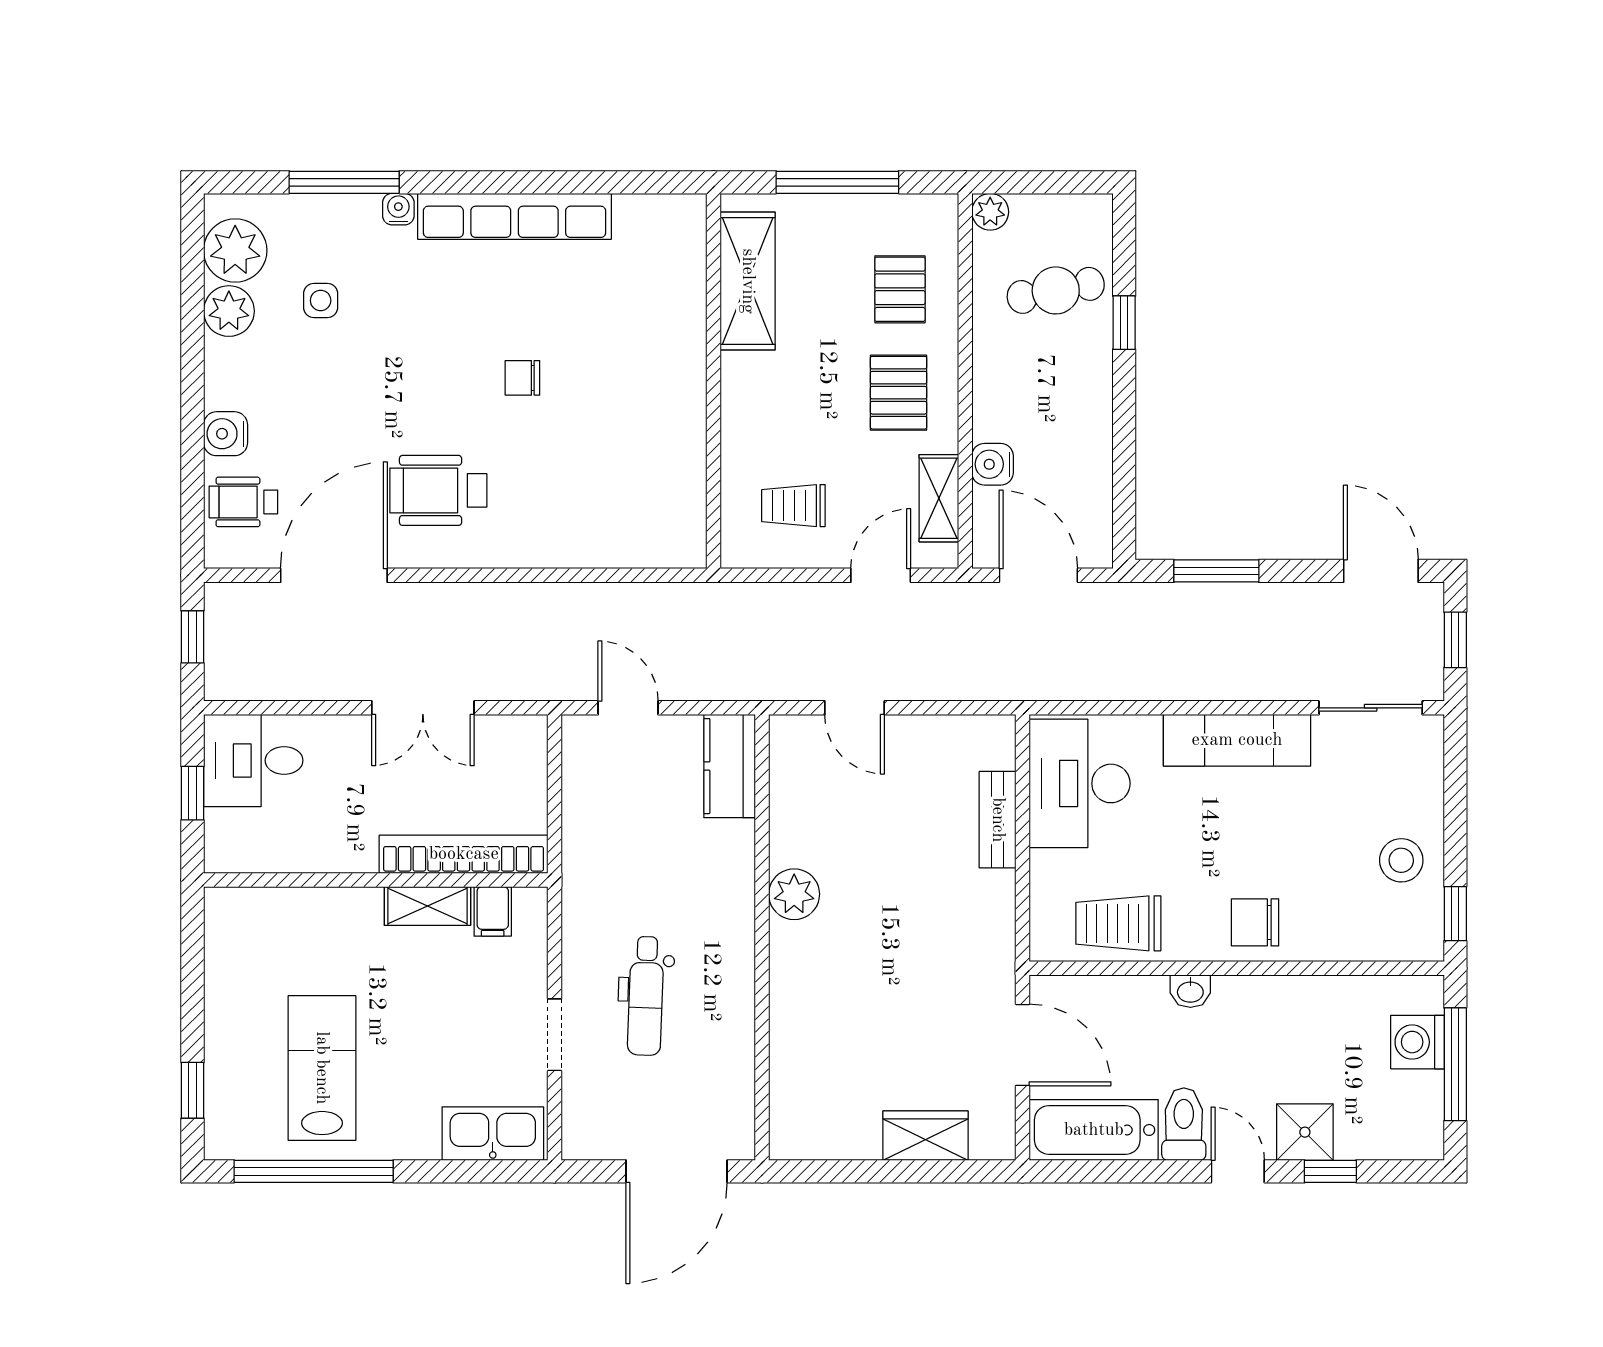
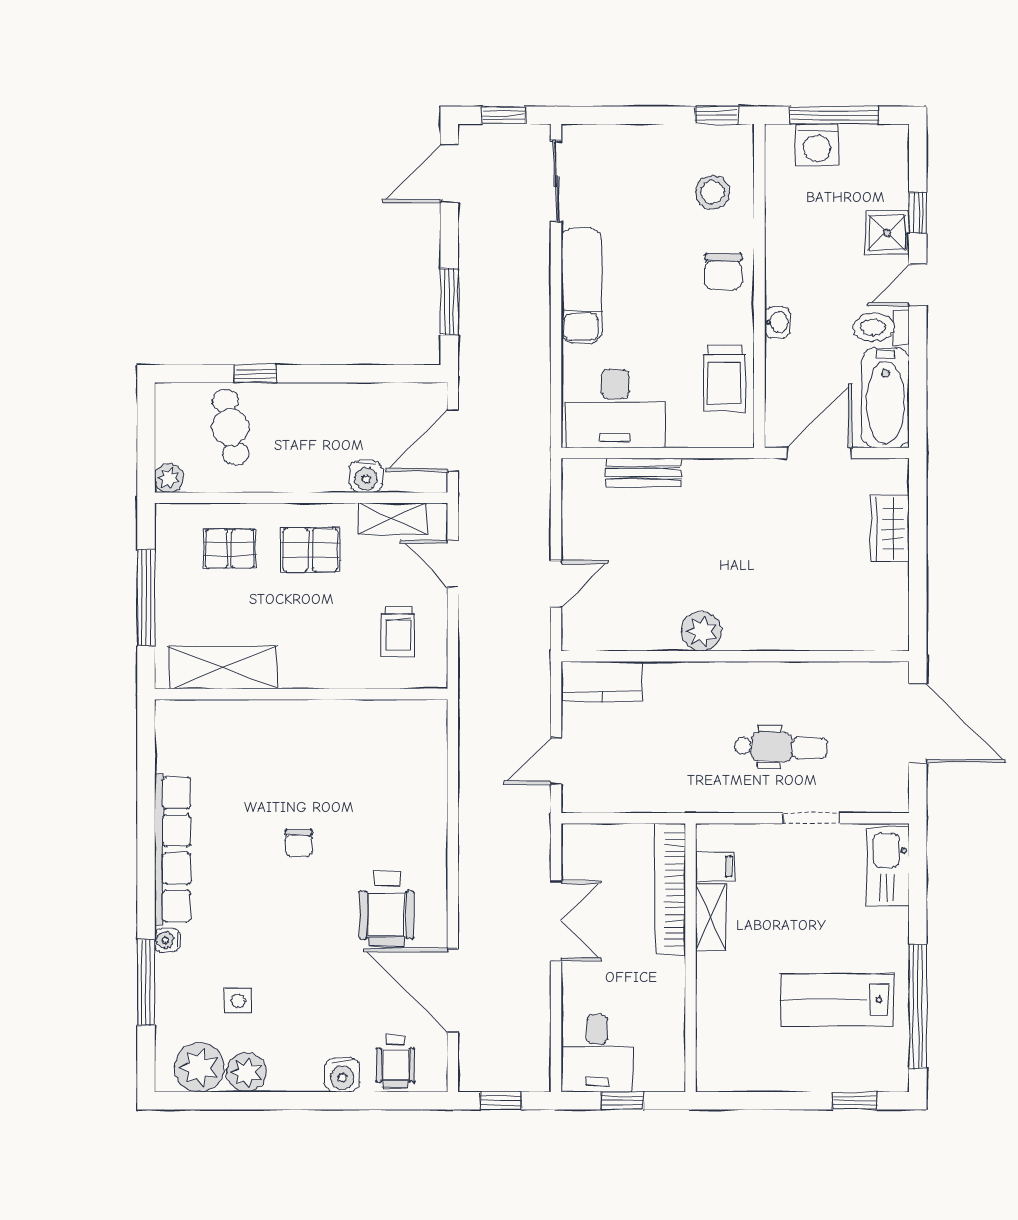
stool: (1401, 860) -> (712, 192), moved

